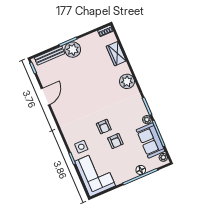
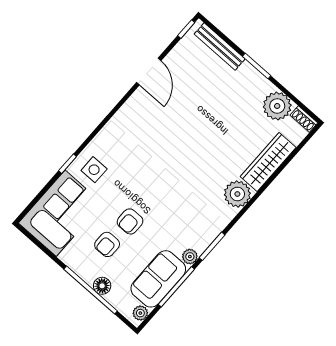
plant: (73, 50) -> (277, 106), moved
wardrobe: (116, 54) -> (268, 162), width x1.50
door: (45, 97) -> (149, 72), hinge flipped
armchair: (104, 127) -> (107, 244), moved

